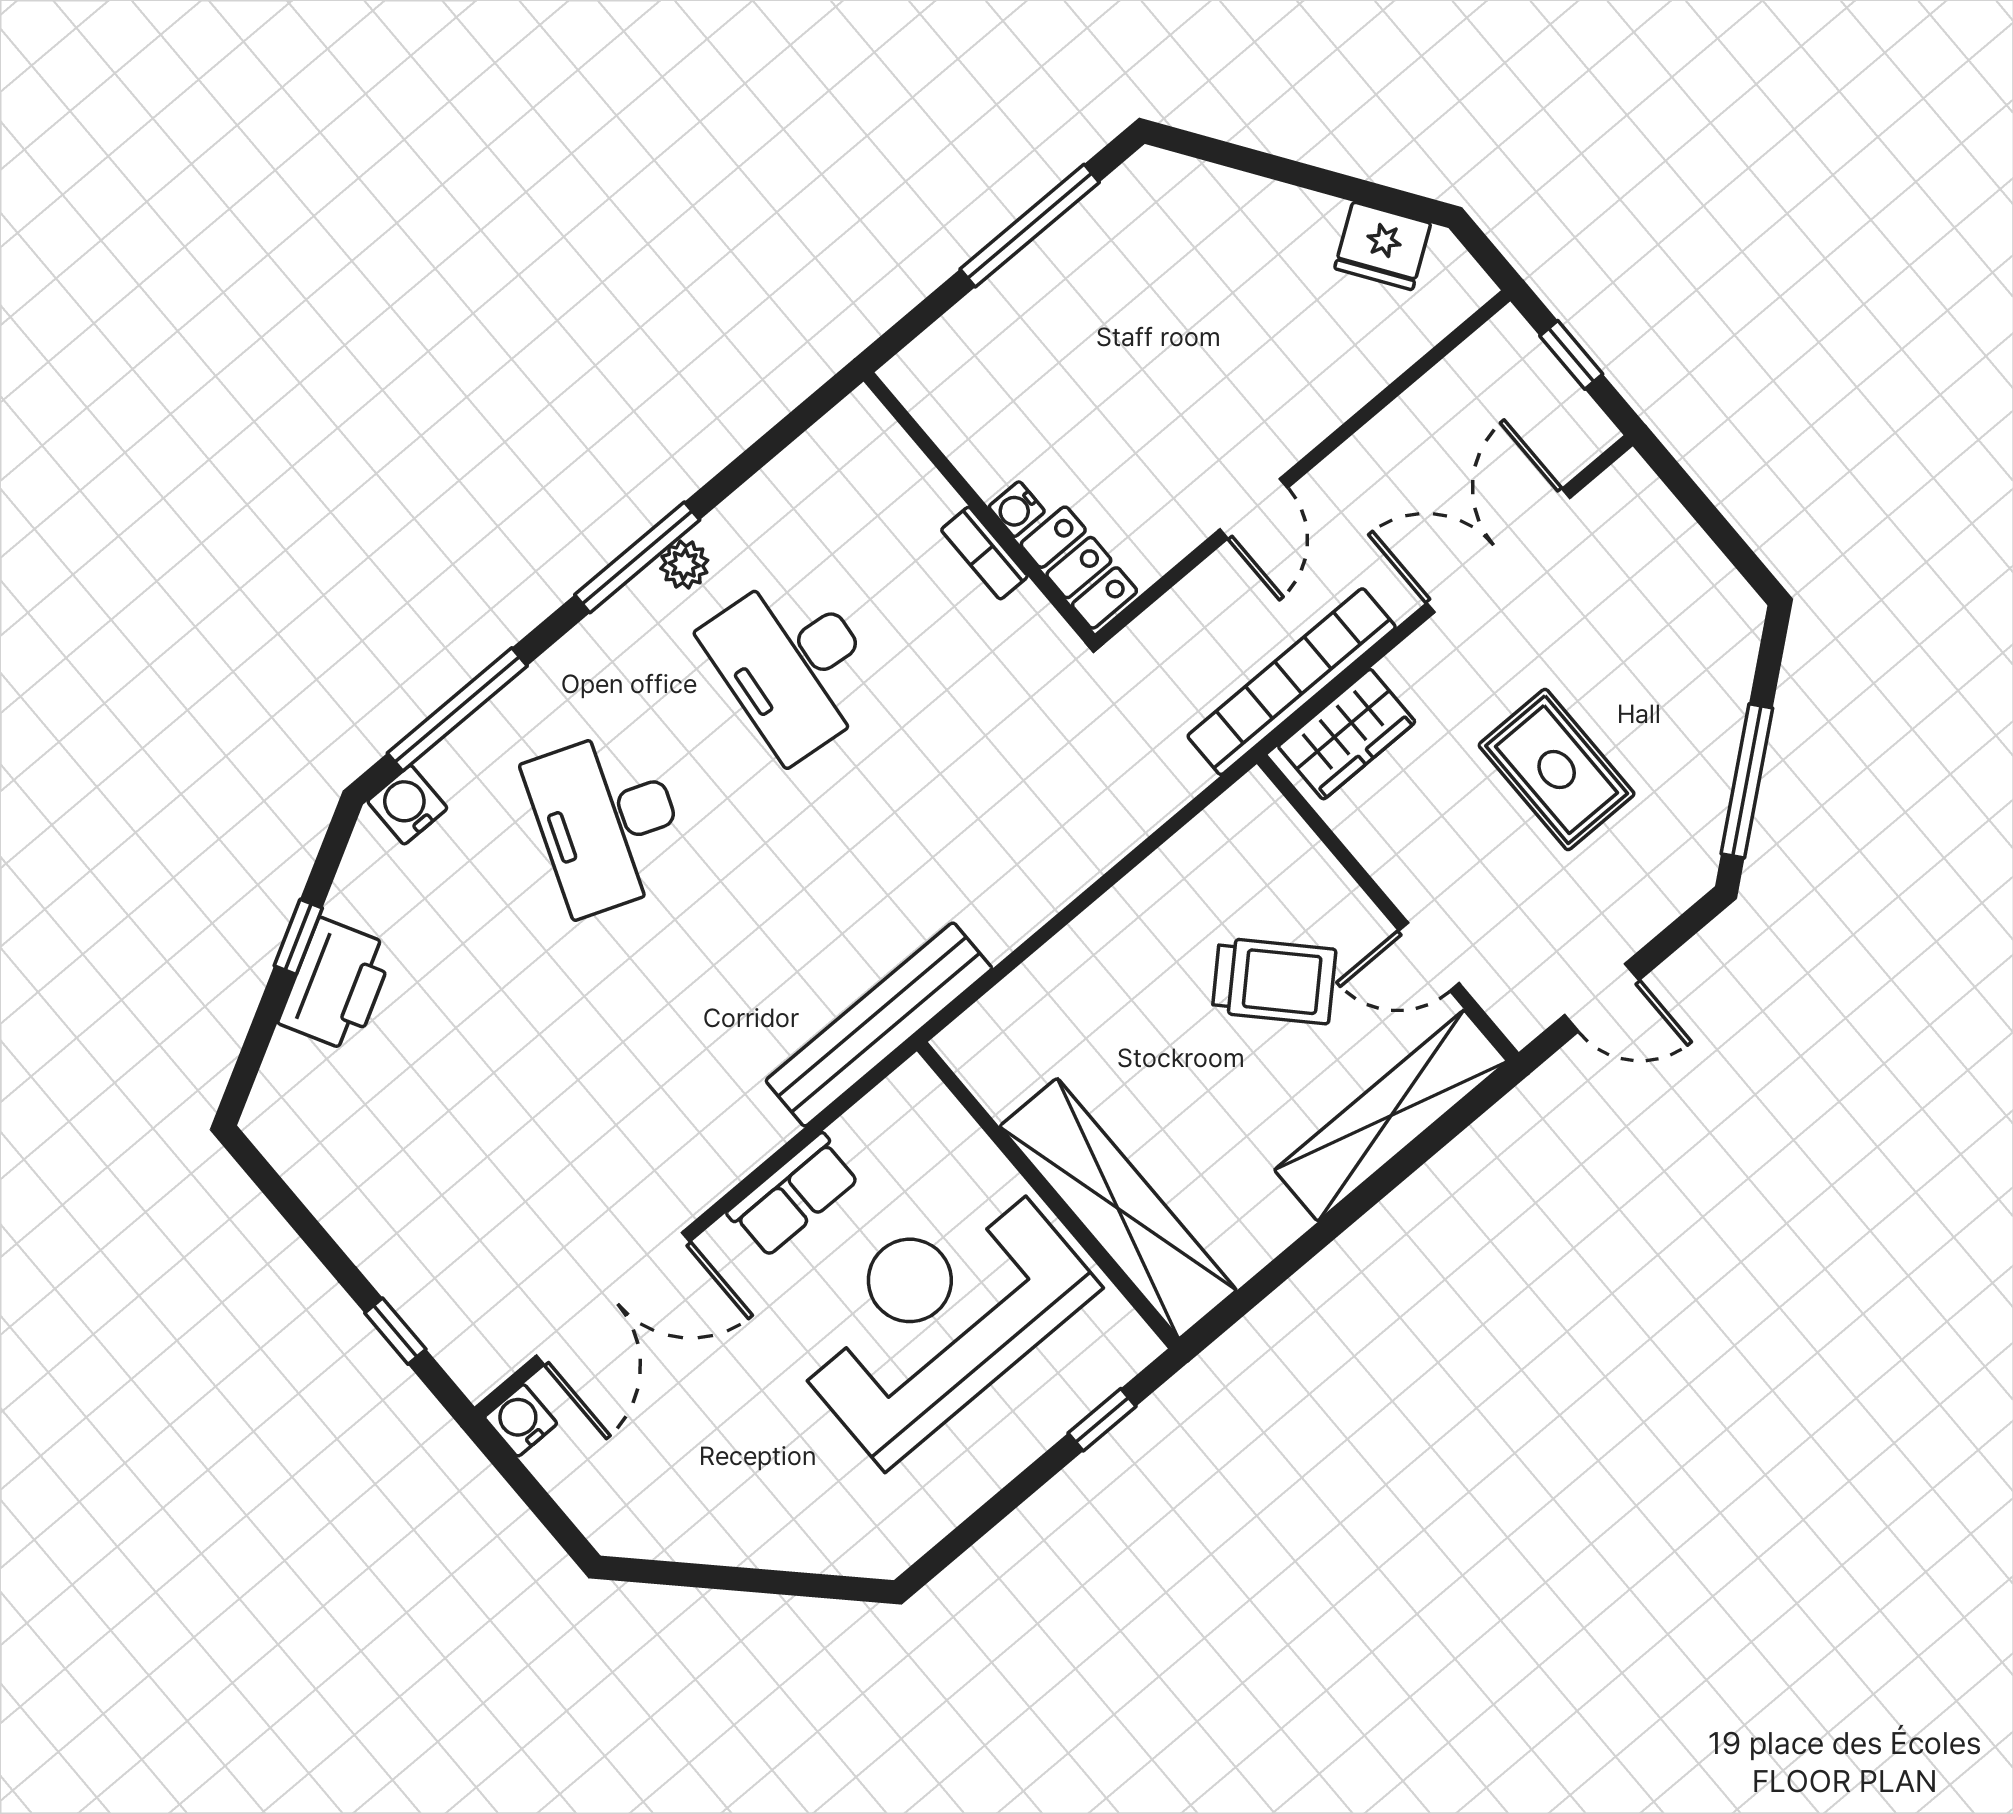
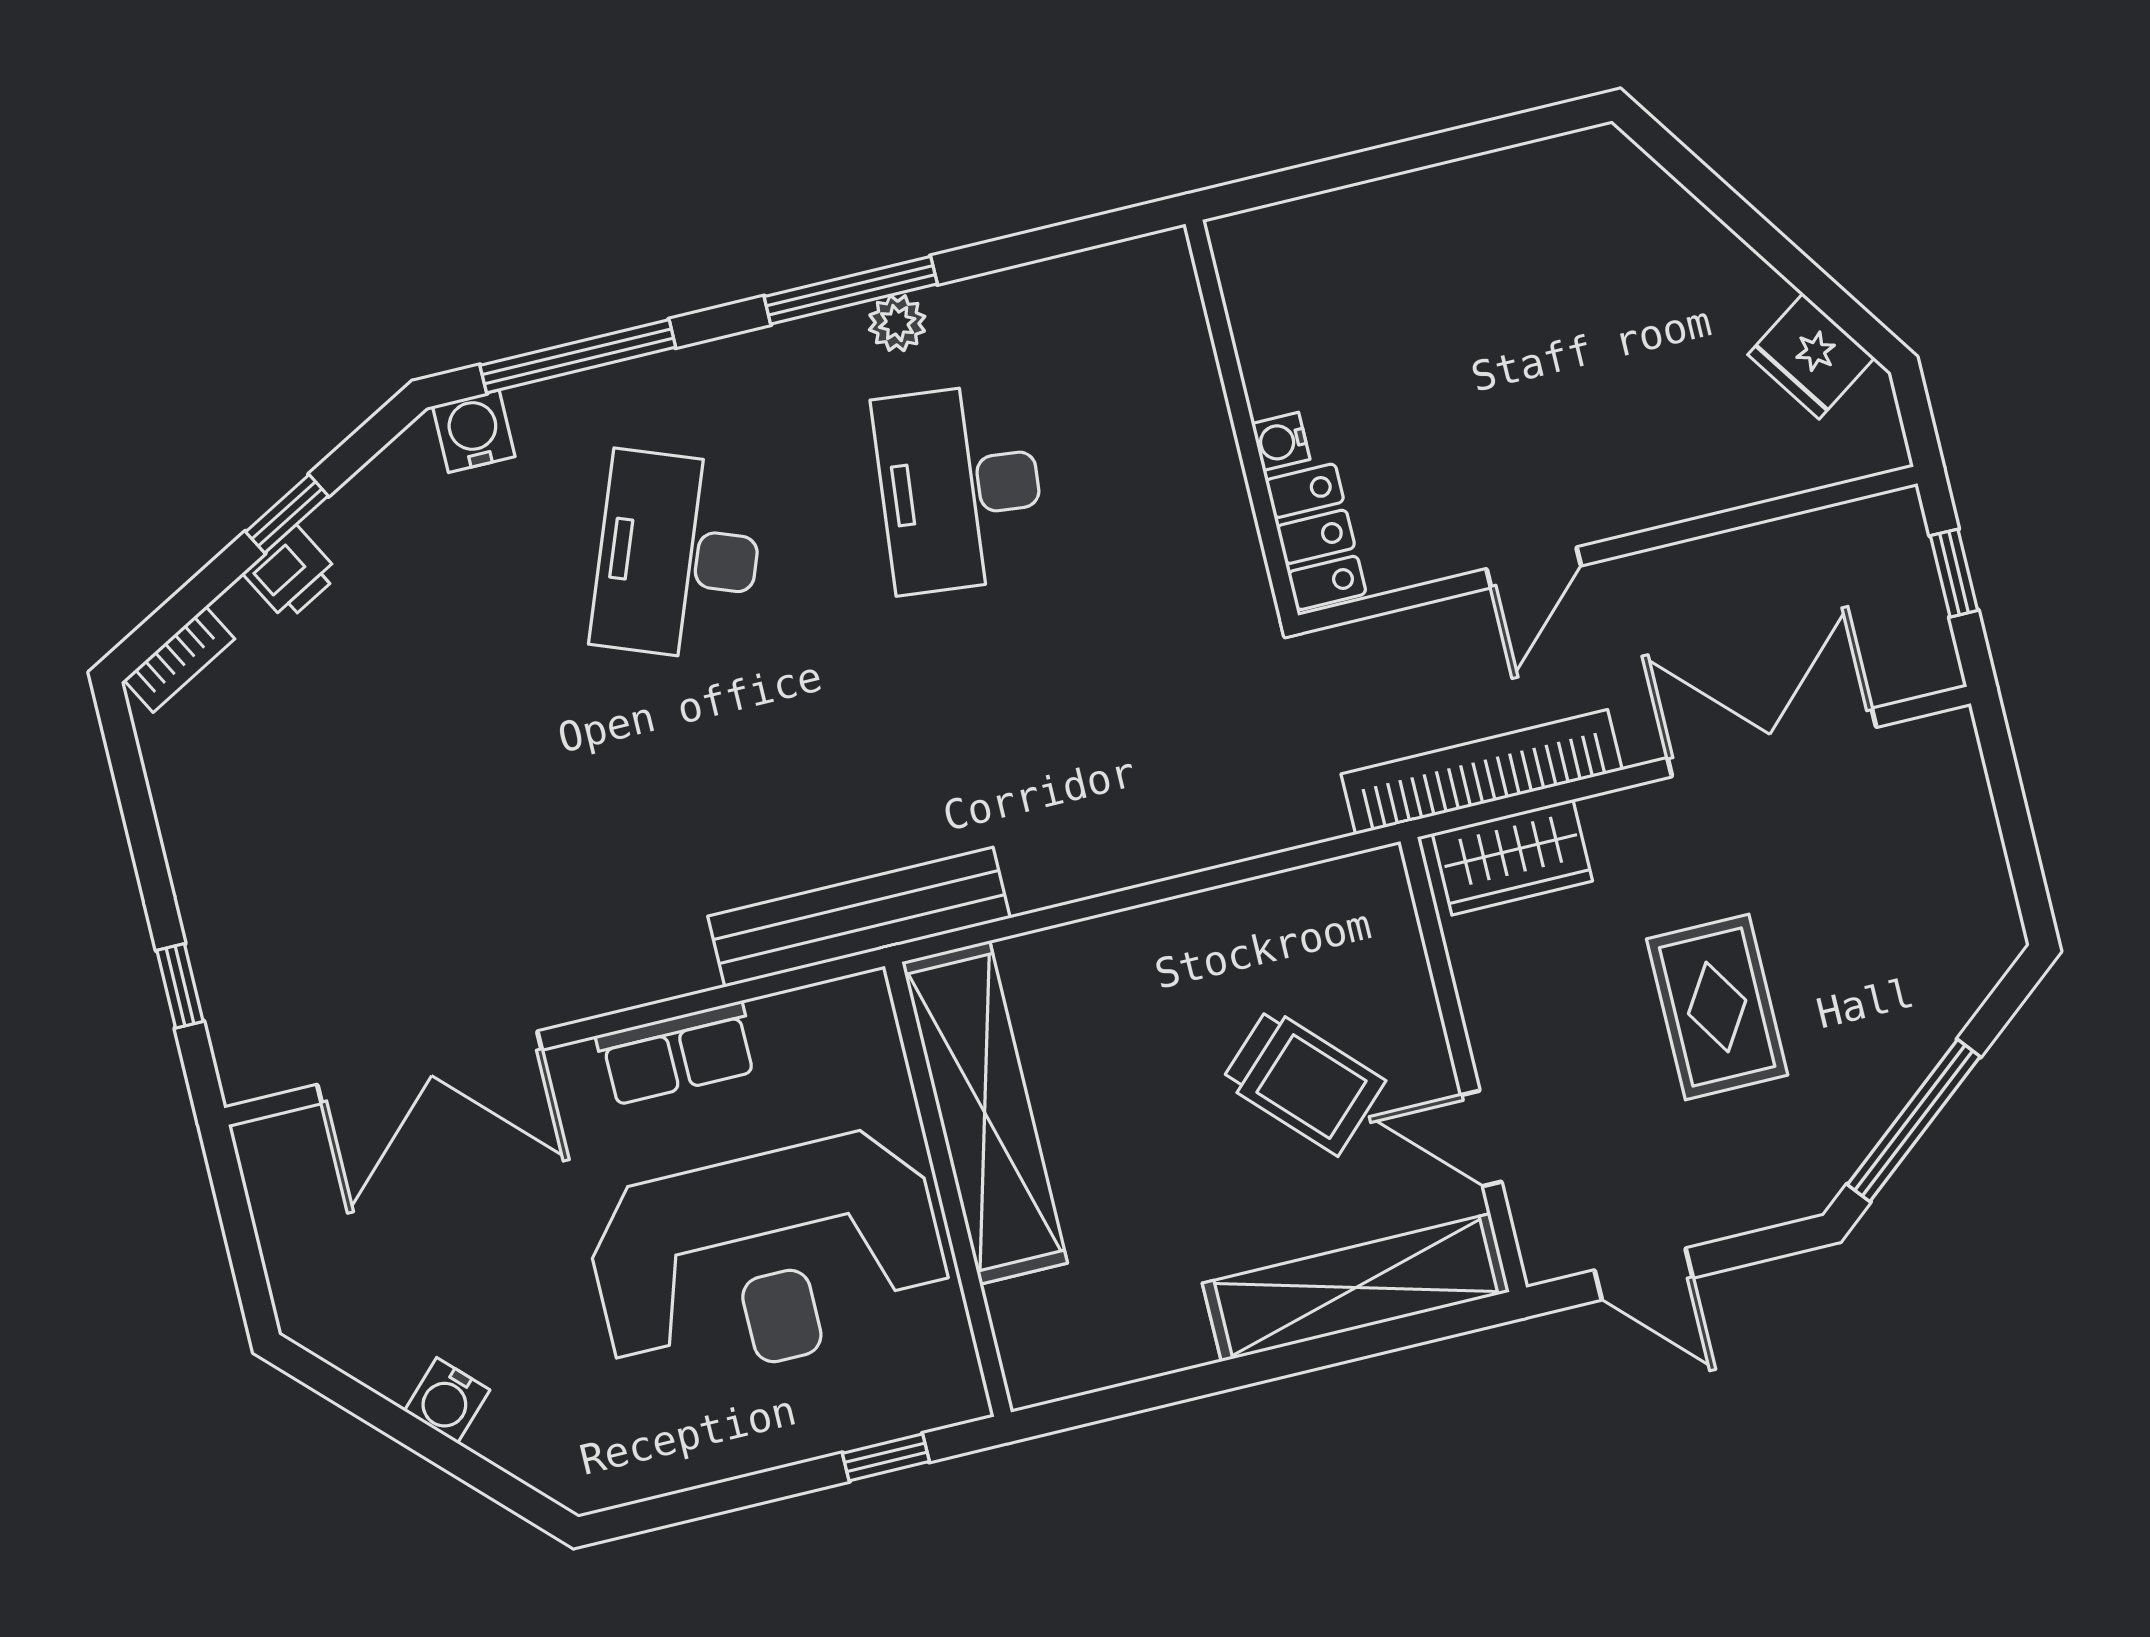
window: (1030, 226) -> (1446, 146), removed
bookcase: (984, 553) -> (179, 659), moved, turned -118
printer: (336, 985) -> (291, 574), width x0.53, depth x0.68
shelving: (1118, 1208) -> (985, 1112), moved
reception desk: (939, 1315) -> (768, 1258), turned 180
water cooler: (521, 1420) -> (447, 1400), moved, turned -135

